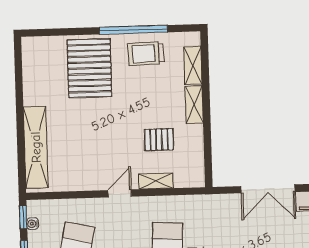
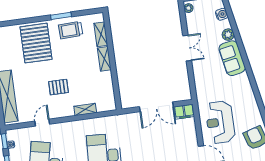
window: (133, 30) -> (61, 16), width x0.47
pallet: (159, 140) -> (58, 87), moved
door: (120, 193) -> (42, 123), moved

